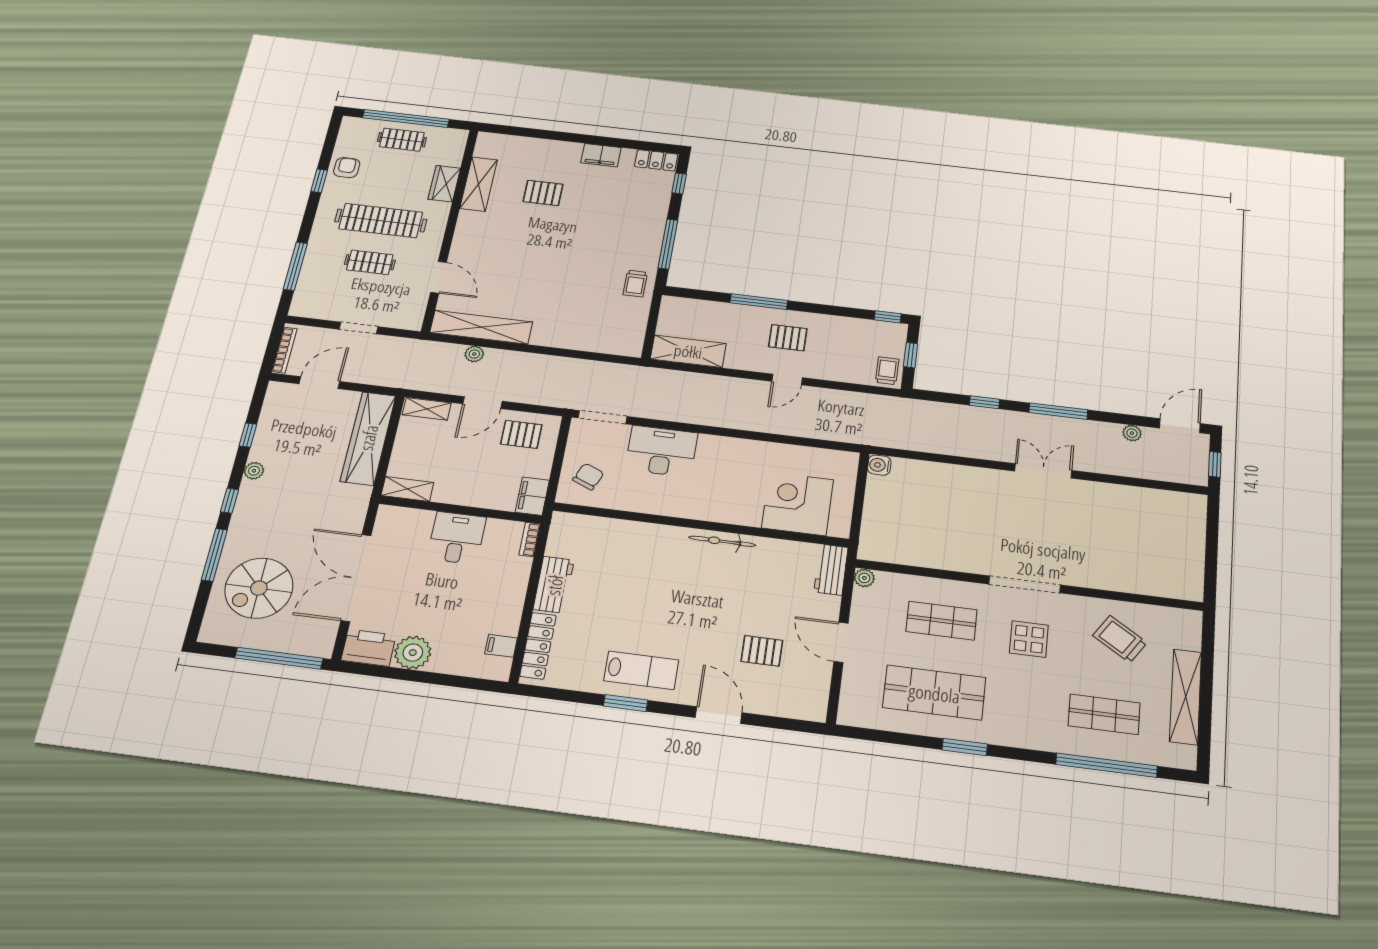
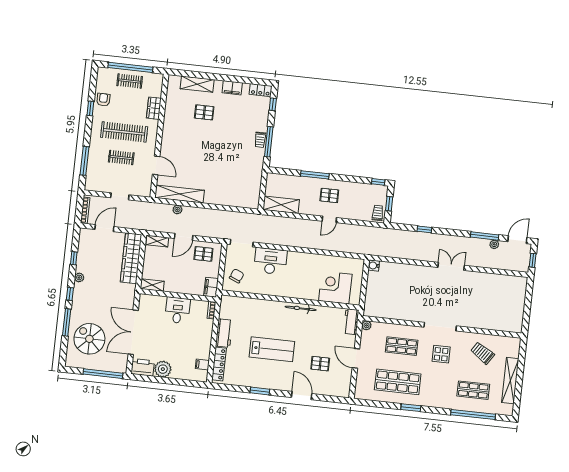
shelving: (479, 184) -> (197, 84), moved, turned 90
trolley: (635, 284) -> (260, 140), moved
window: (1058, 411) -> (485, 236), moved
spiral stairs: (259, 588) -> (89, 339), turned 90
lab bench: (641, 670) -> (272, 349), moved, width x1.36, depth x1.39

